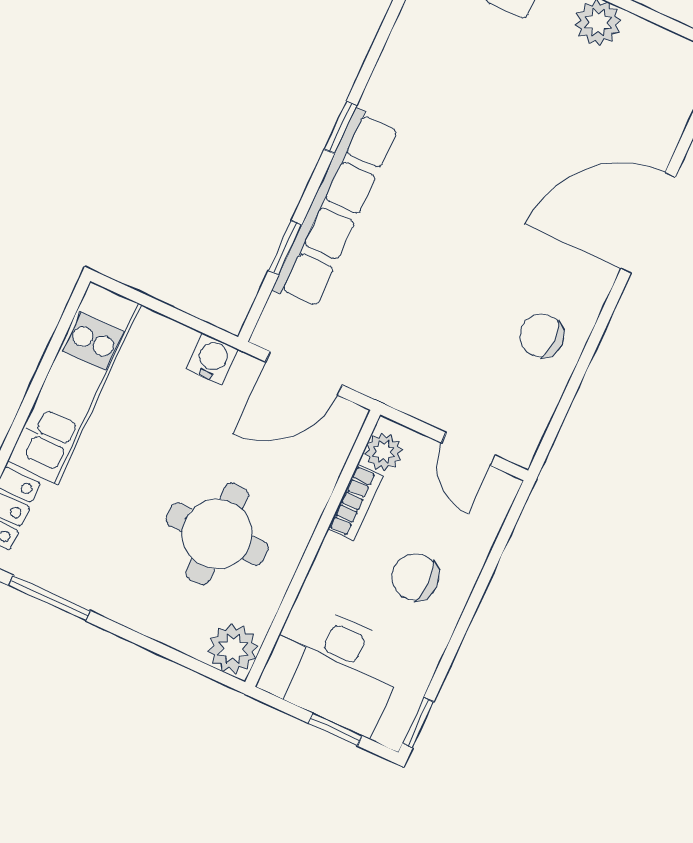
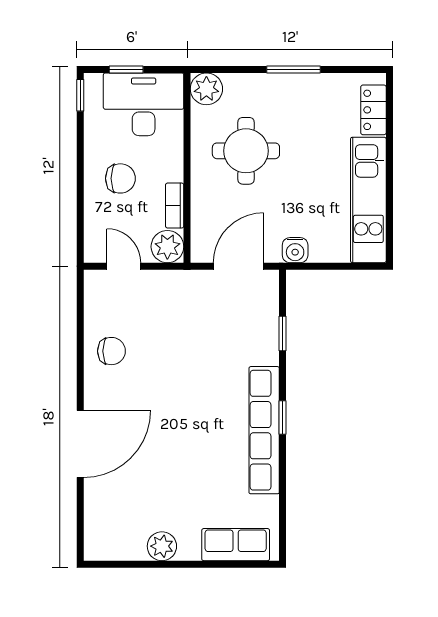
row of seats: (335, 208) -> (264, 430), moved
plant: (384, 452) -> (167, 247), width x1.38, depth x1.38
window: (49, 598) -> (294, 69), moved

